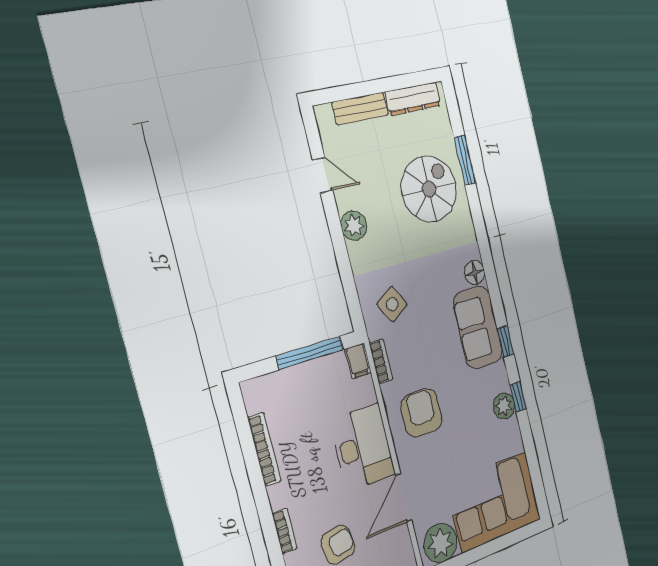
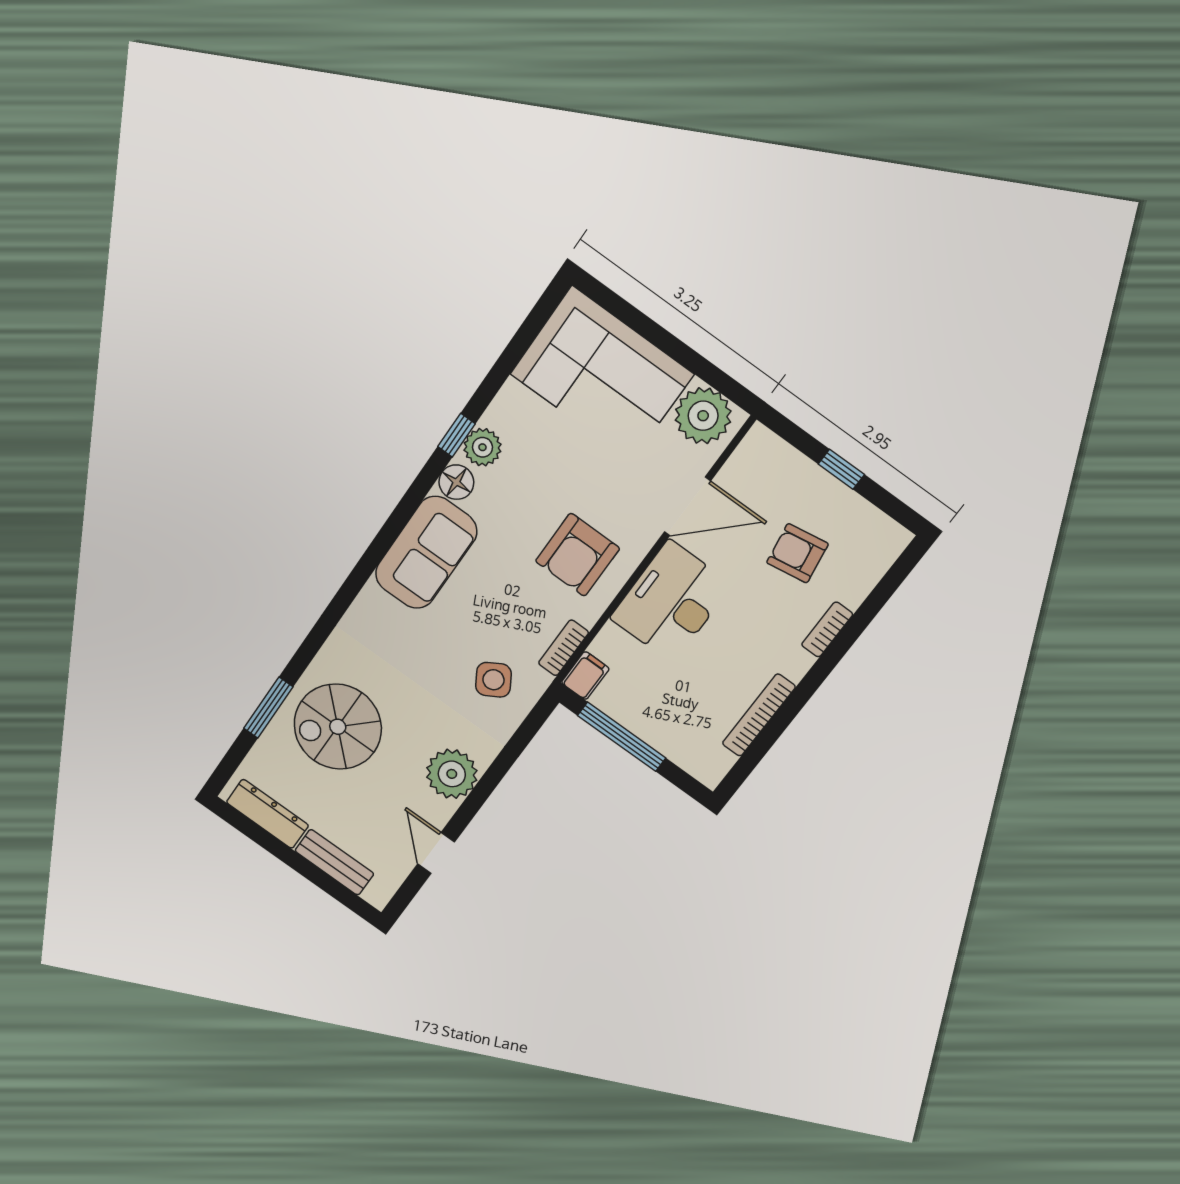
plant: (354, 226) -> (452, 774), width x1.36, depth x1.36
floor lamp: (475, 272) -> (456, 482), moved
window: (506, 341) -> (410, 503), removed

